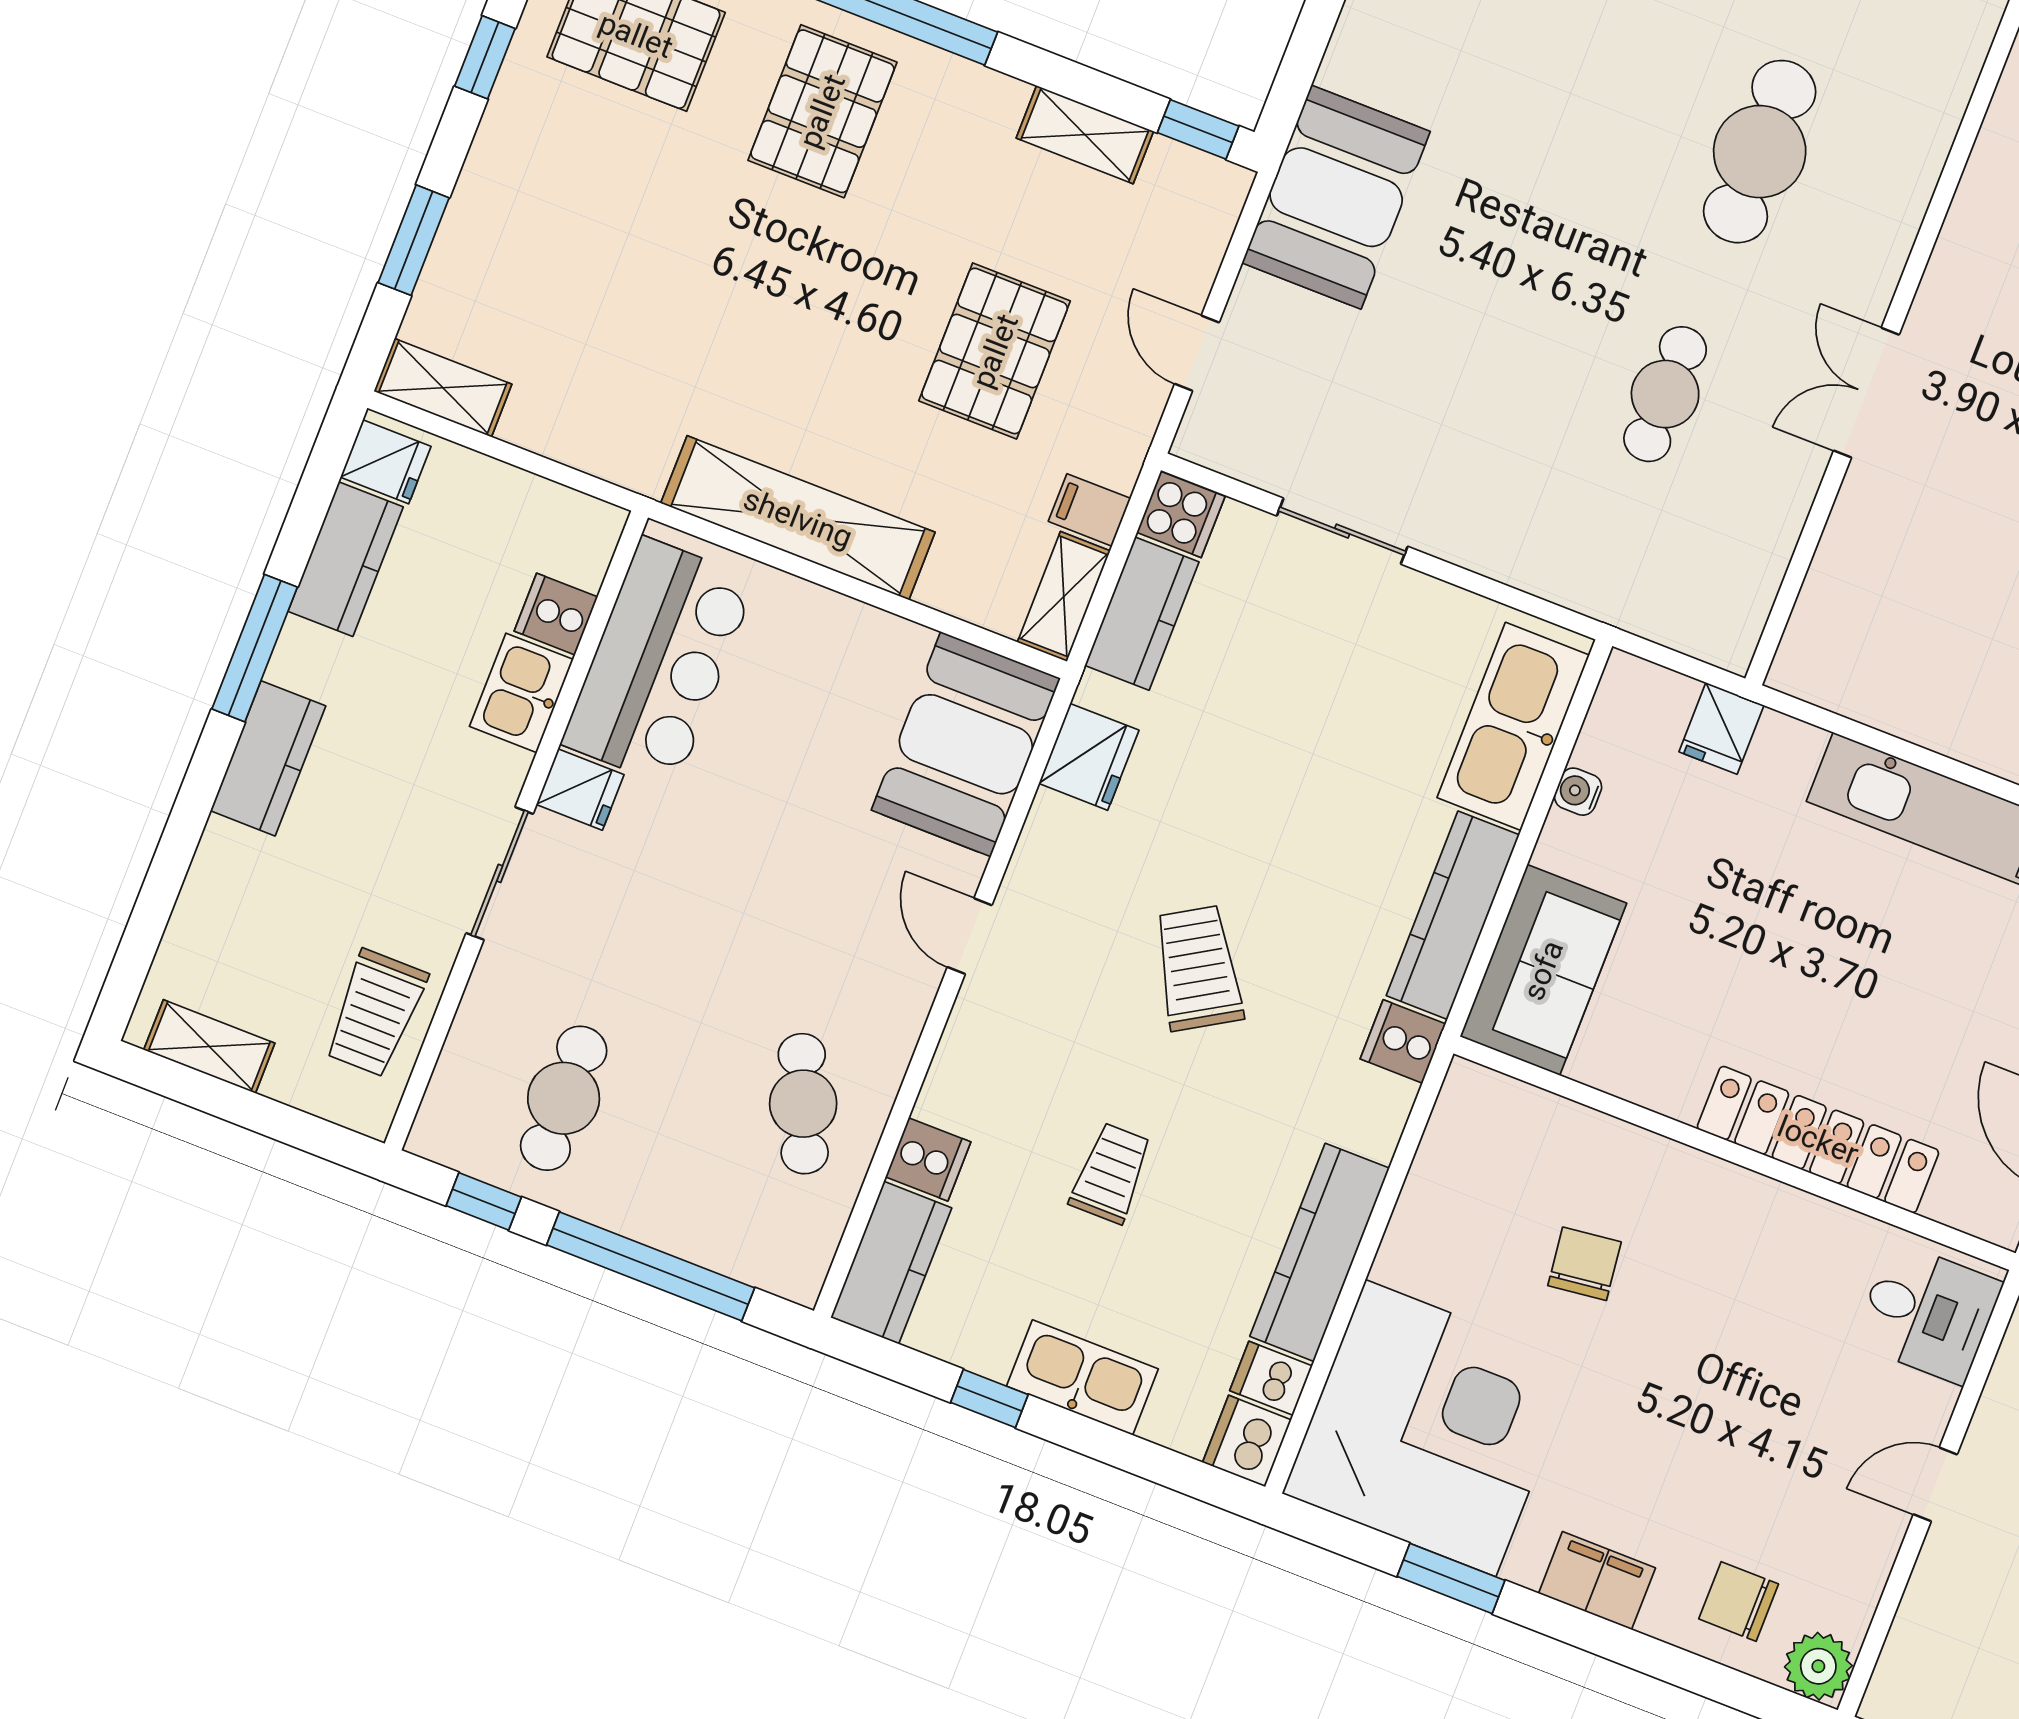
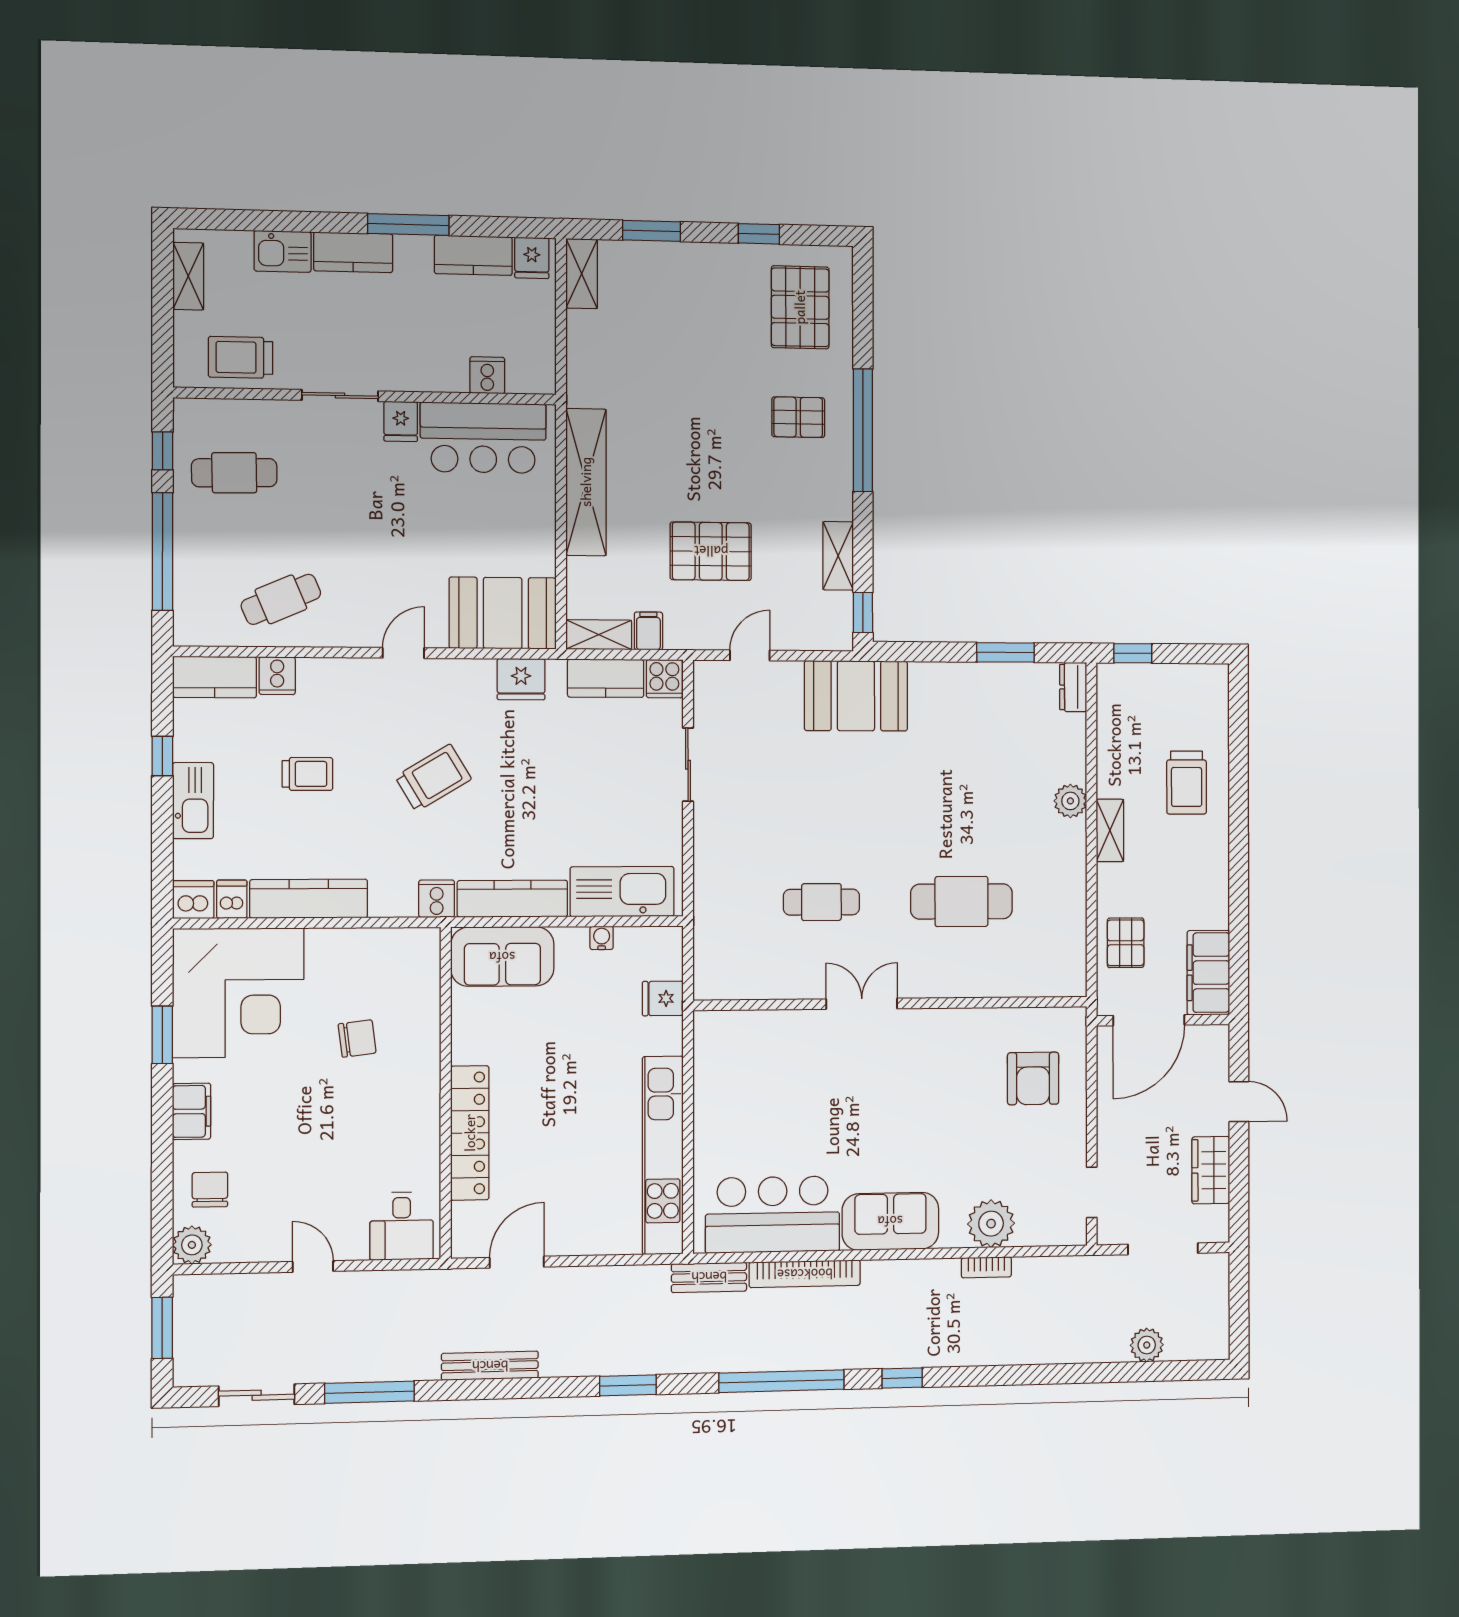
pallet: (822, 111) -> (798, 417), width x0.67, depth x0.71
kitchen sink: (521, 693) -> (283, 251), moved, turned 180

